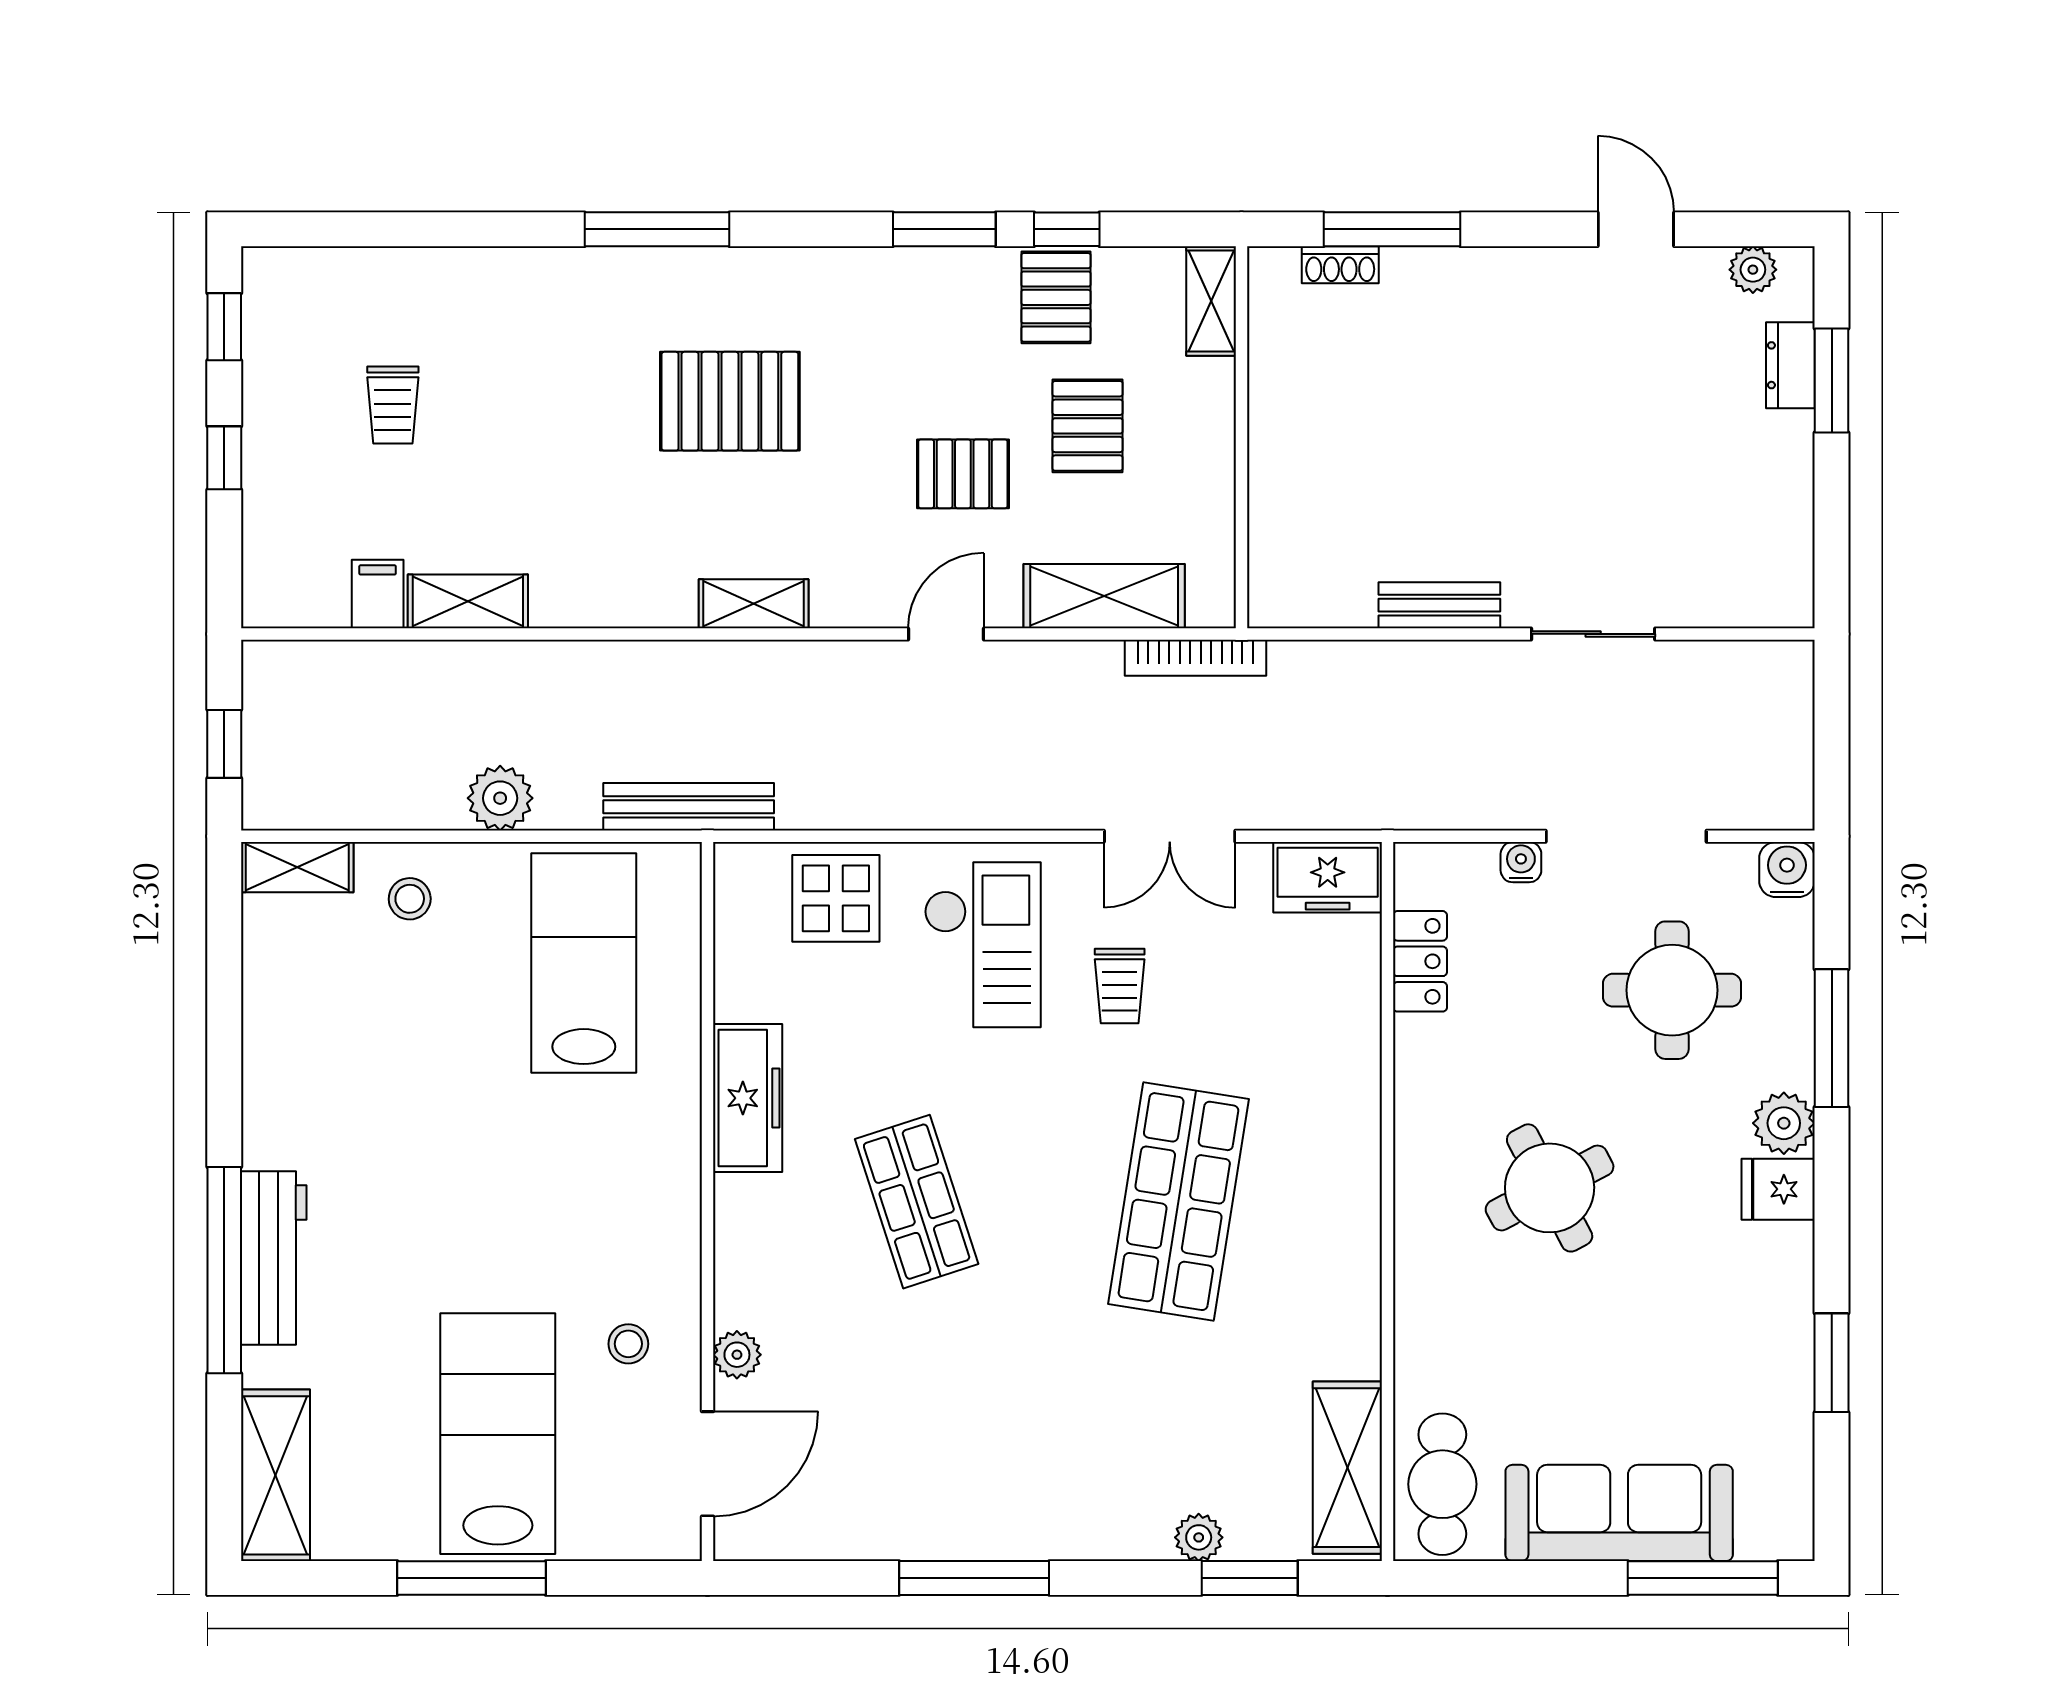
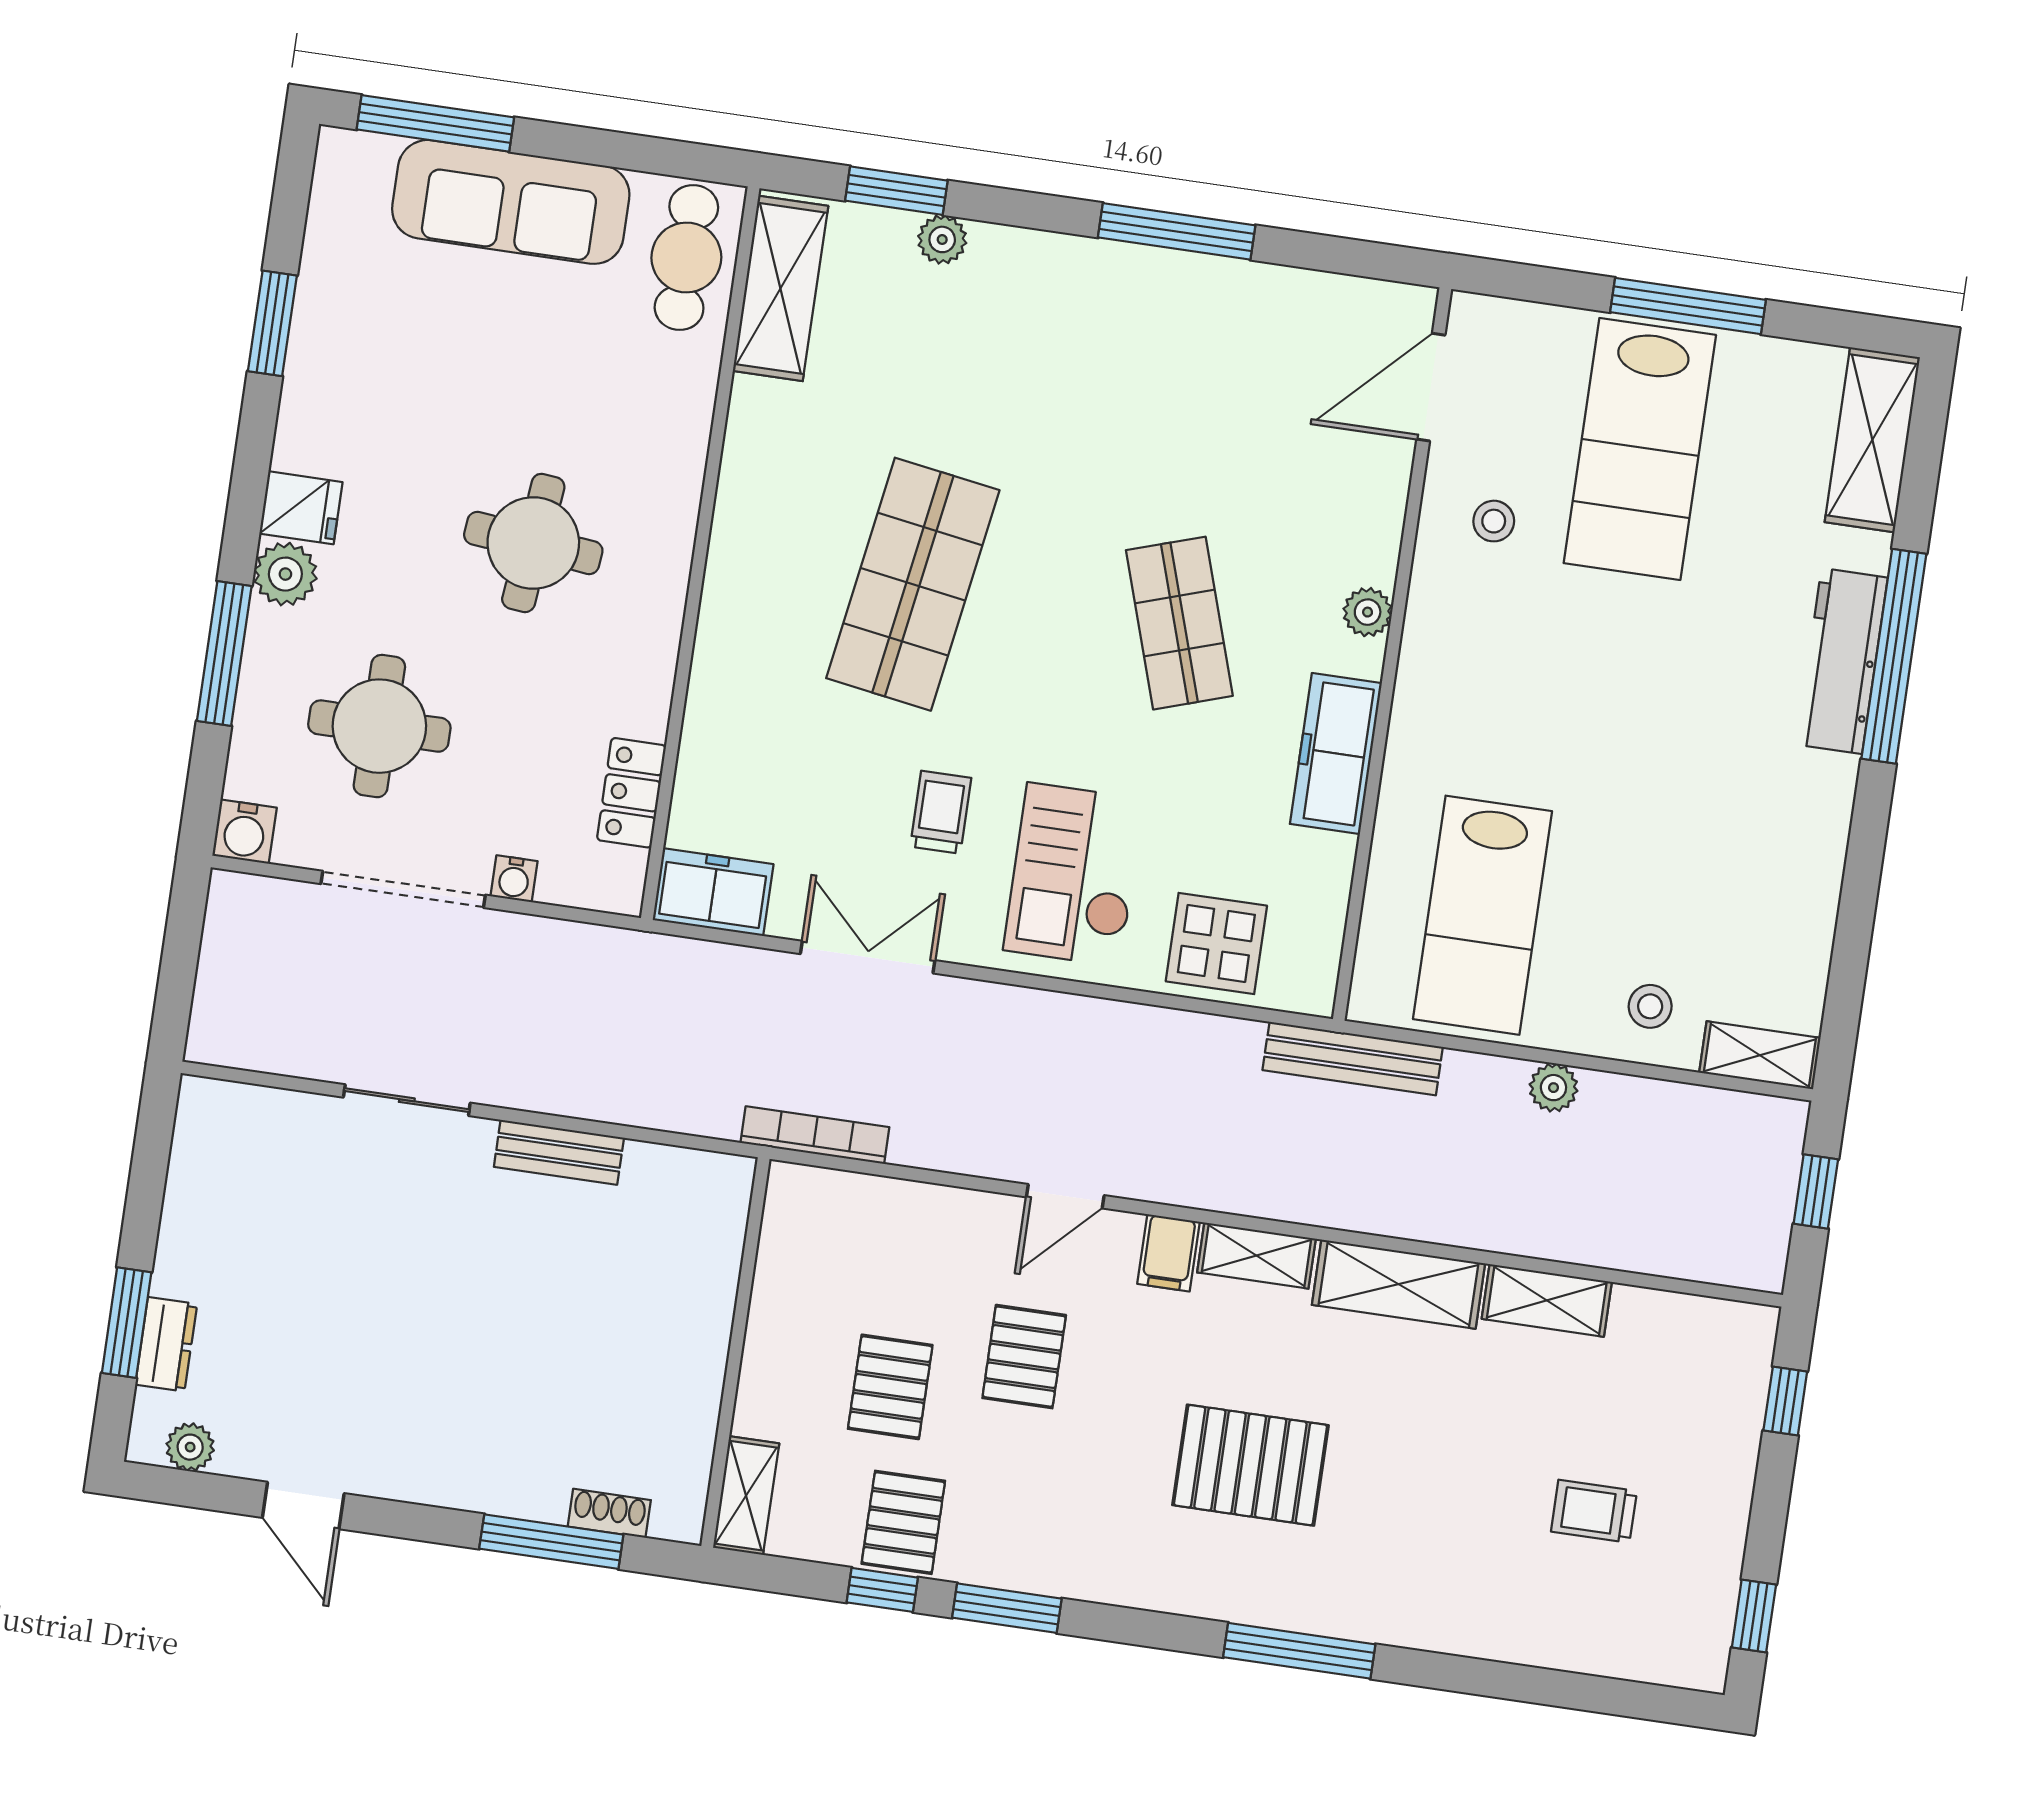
trolley: (393, 405) -> (1594, 1511), turned -90
window: (224, 458) -> (1785, 1401), moved
pallet: (963, 474) -> (1024, 1357), turned 90
filing cabinet: (378, 594) -> (1169, 1253), moved
shelving: (1104, 596) -> (1398, 1284), moved
plant: (500, 798) -> (1553, 1088), width x0.73, depth x0.73
round table: (1550, 1188) -> (533, 543), turned 34
plant: (737, 1355) -> (1368, 612), moved

